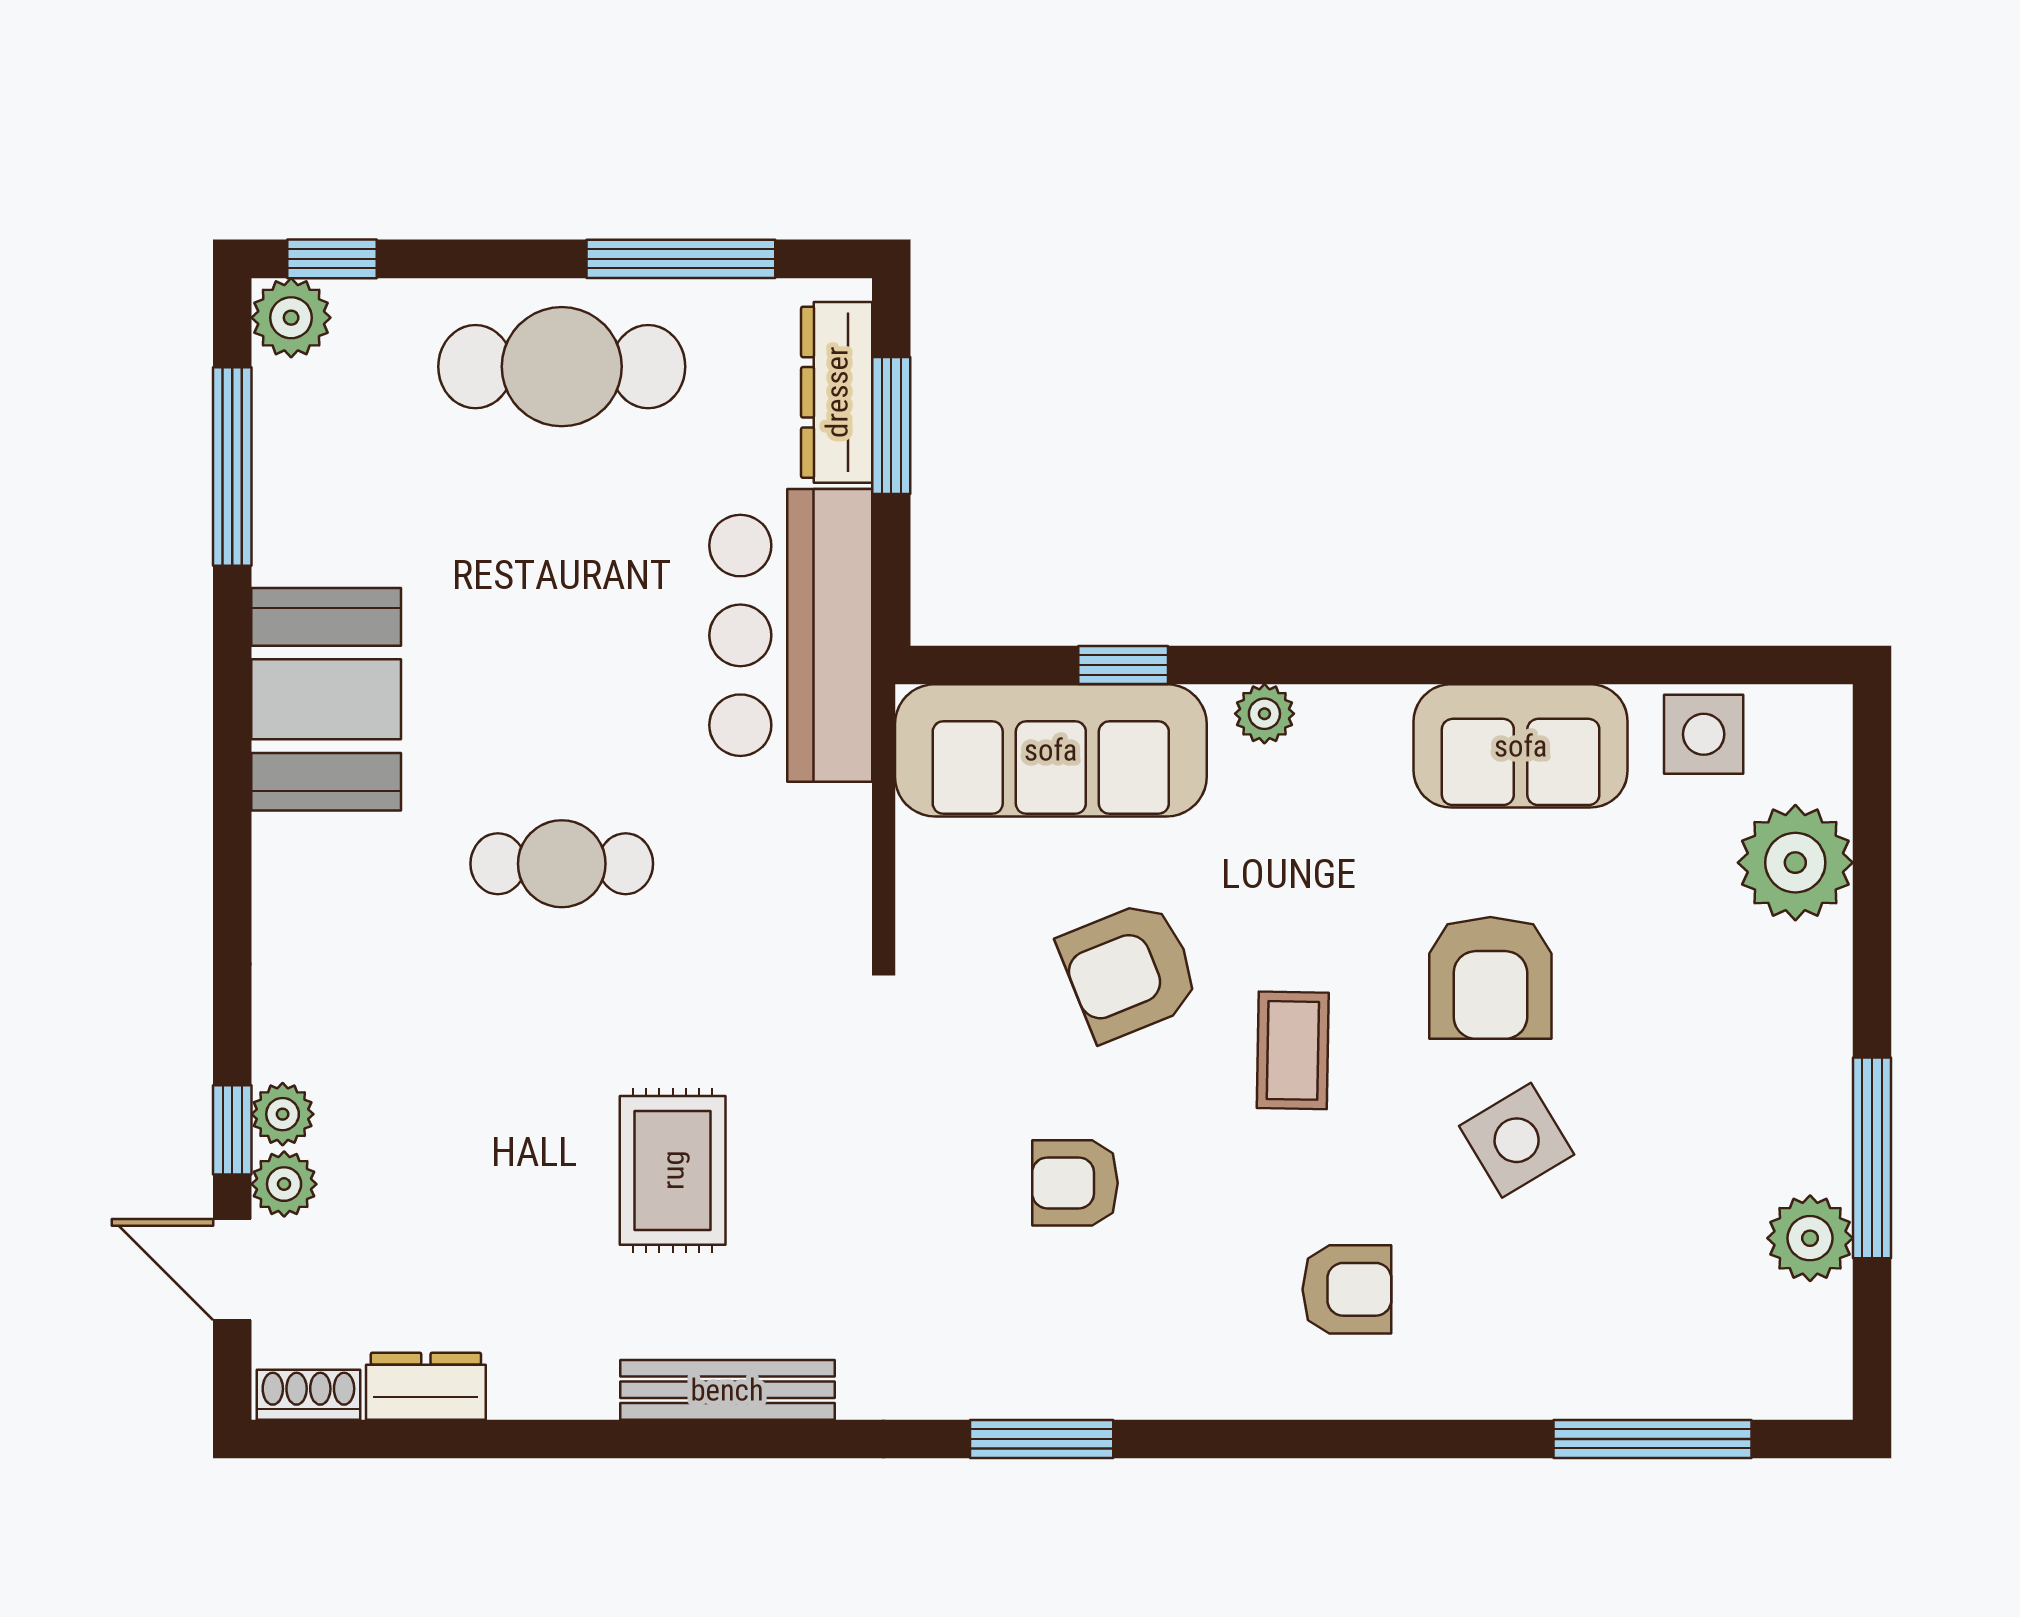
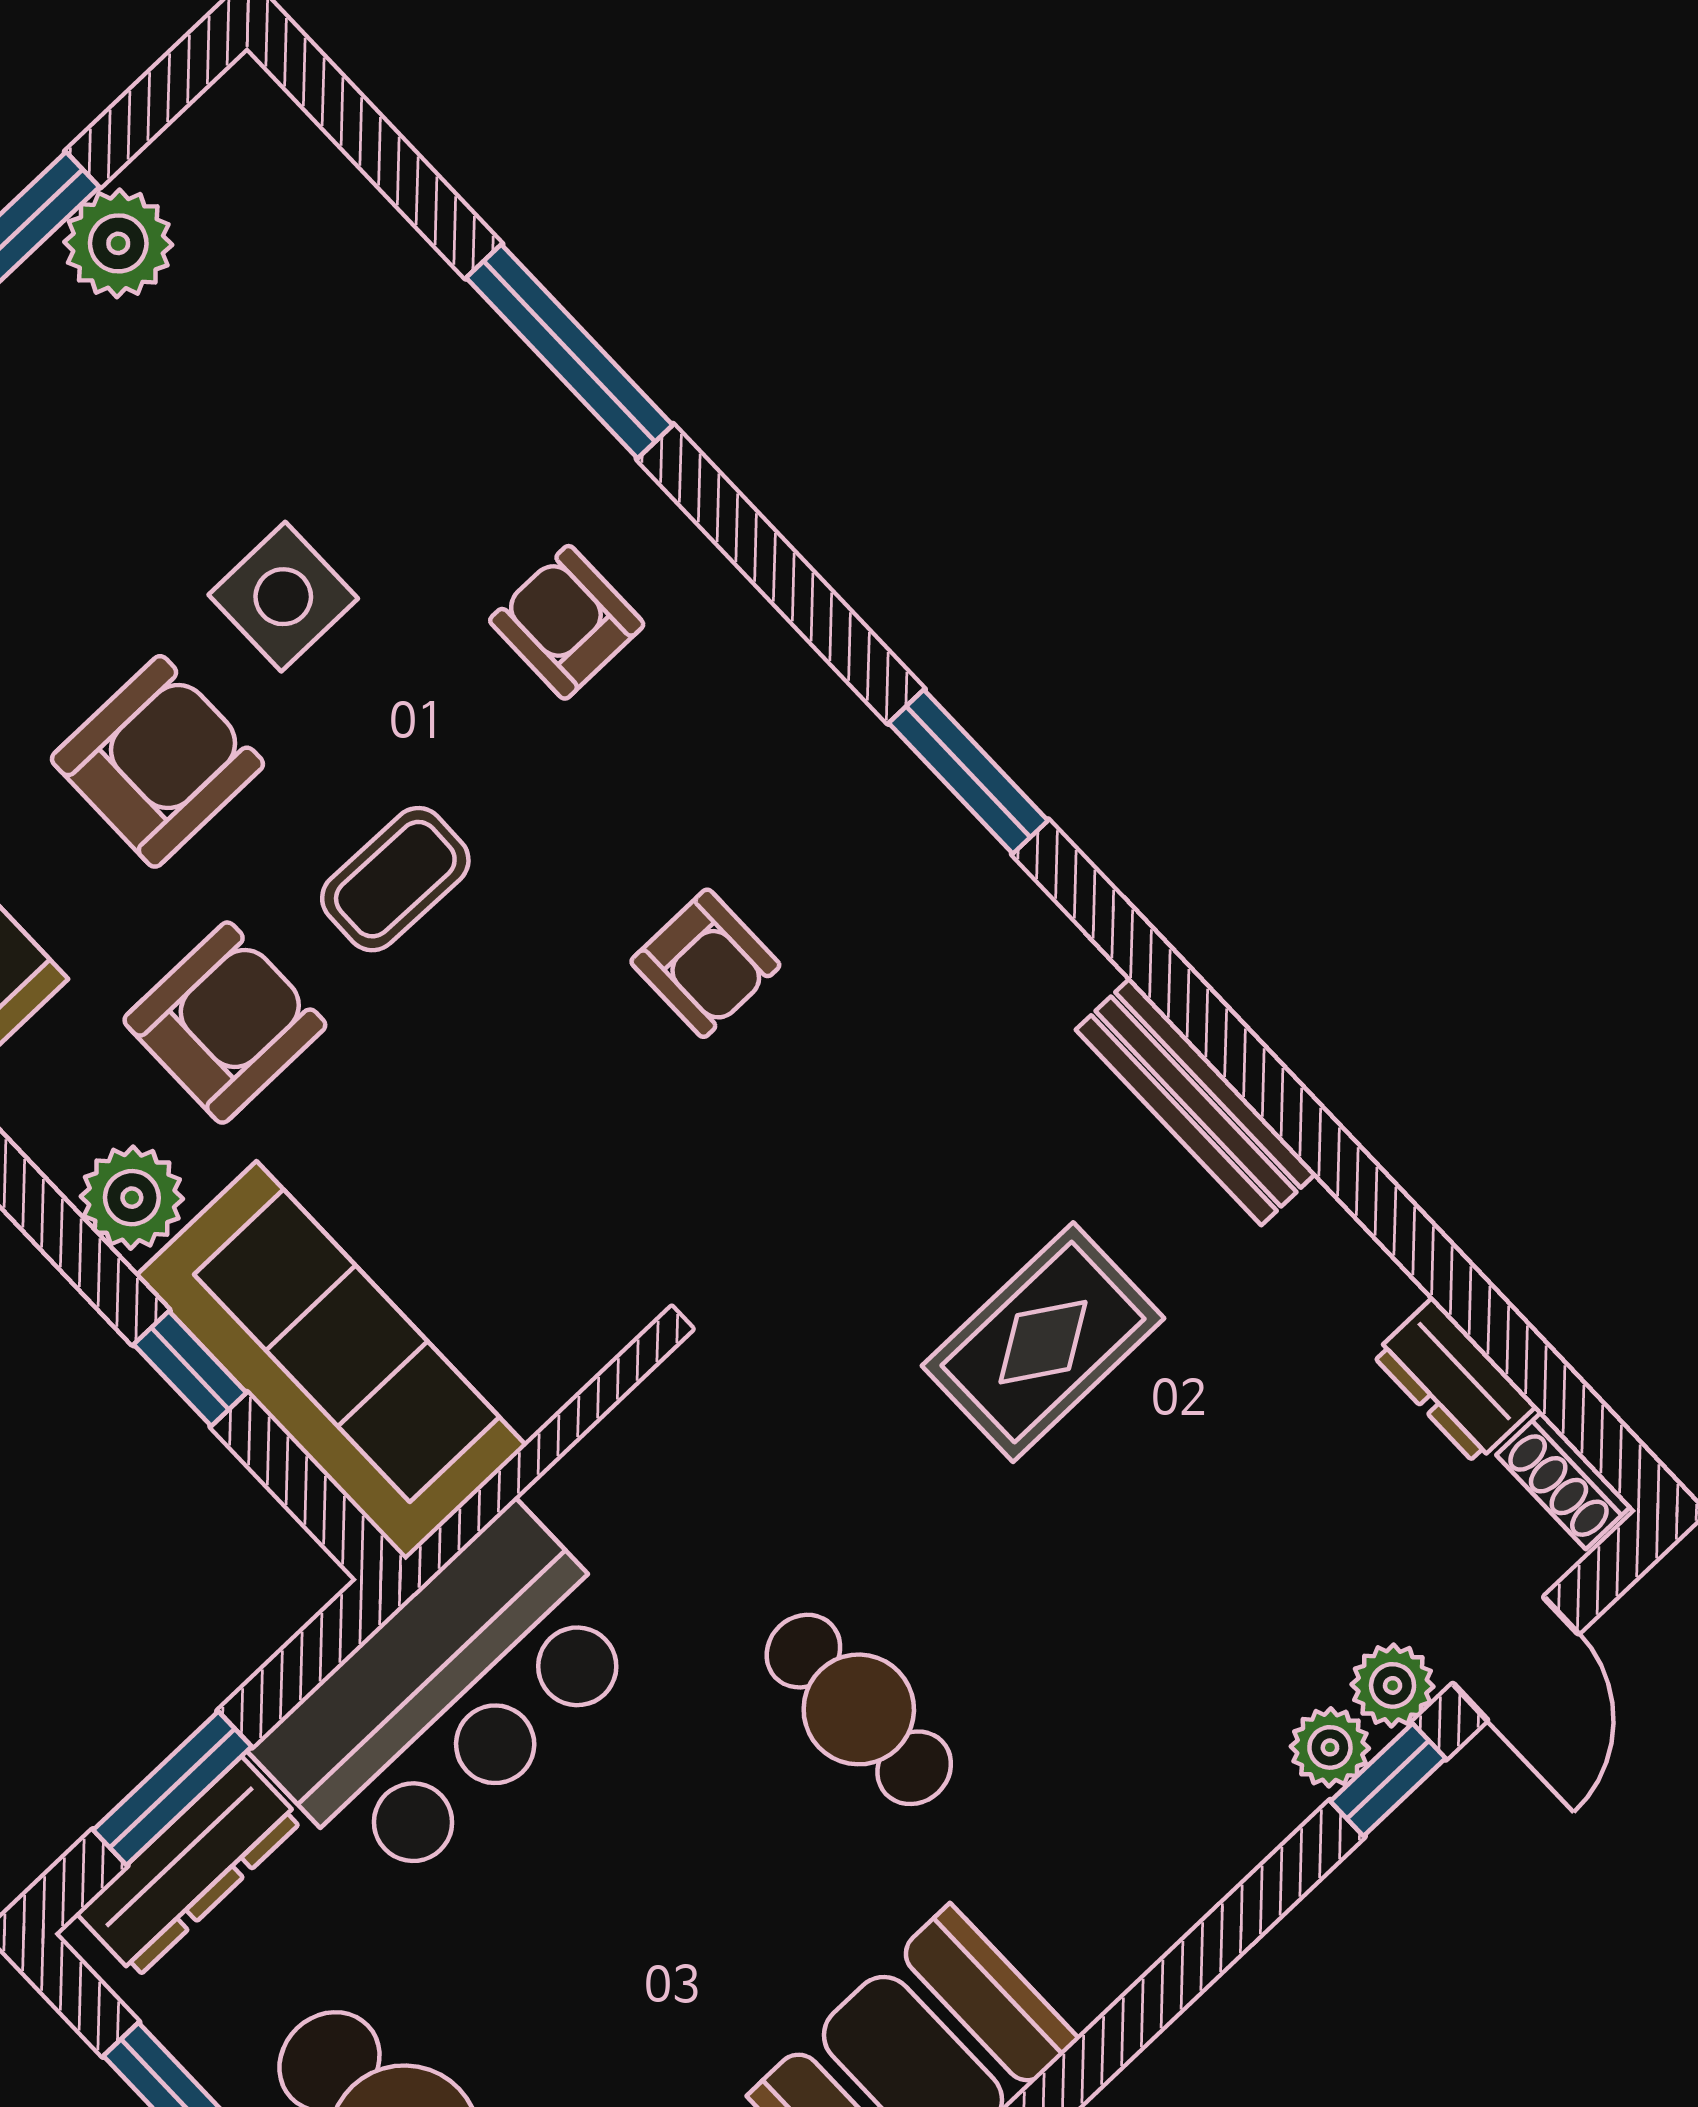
plant: (1264, 714) -> (132, 1198), width x1.38, depth x1.38
armchair: (1130, 971) -> (225, 1023), moved, turned -68
side table: (1517, 1140) -> (283, 597), turned 31
window: (1652, 1439) -> (569, 351), moved

